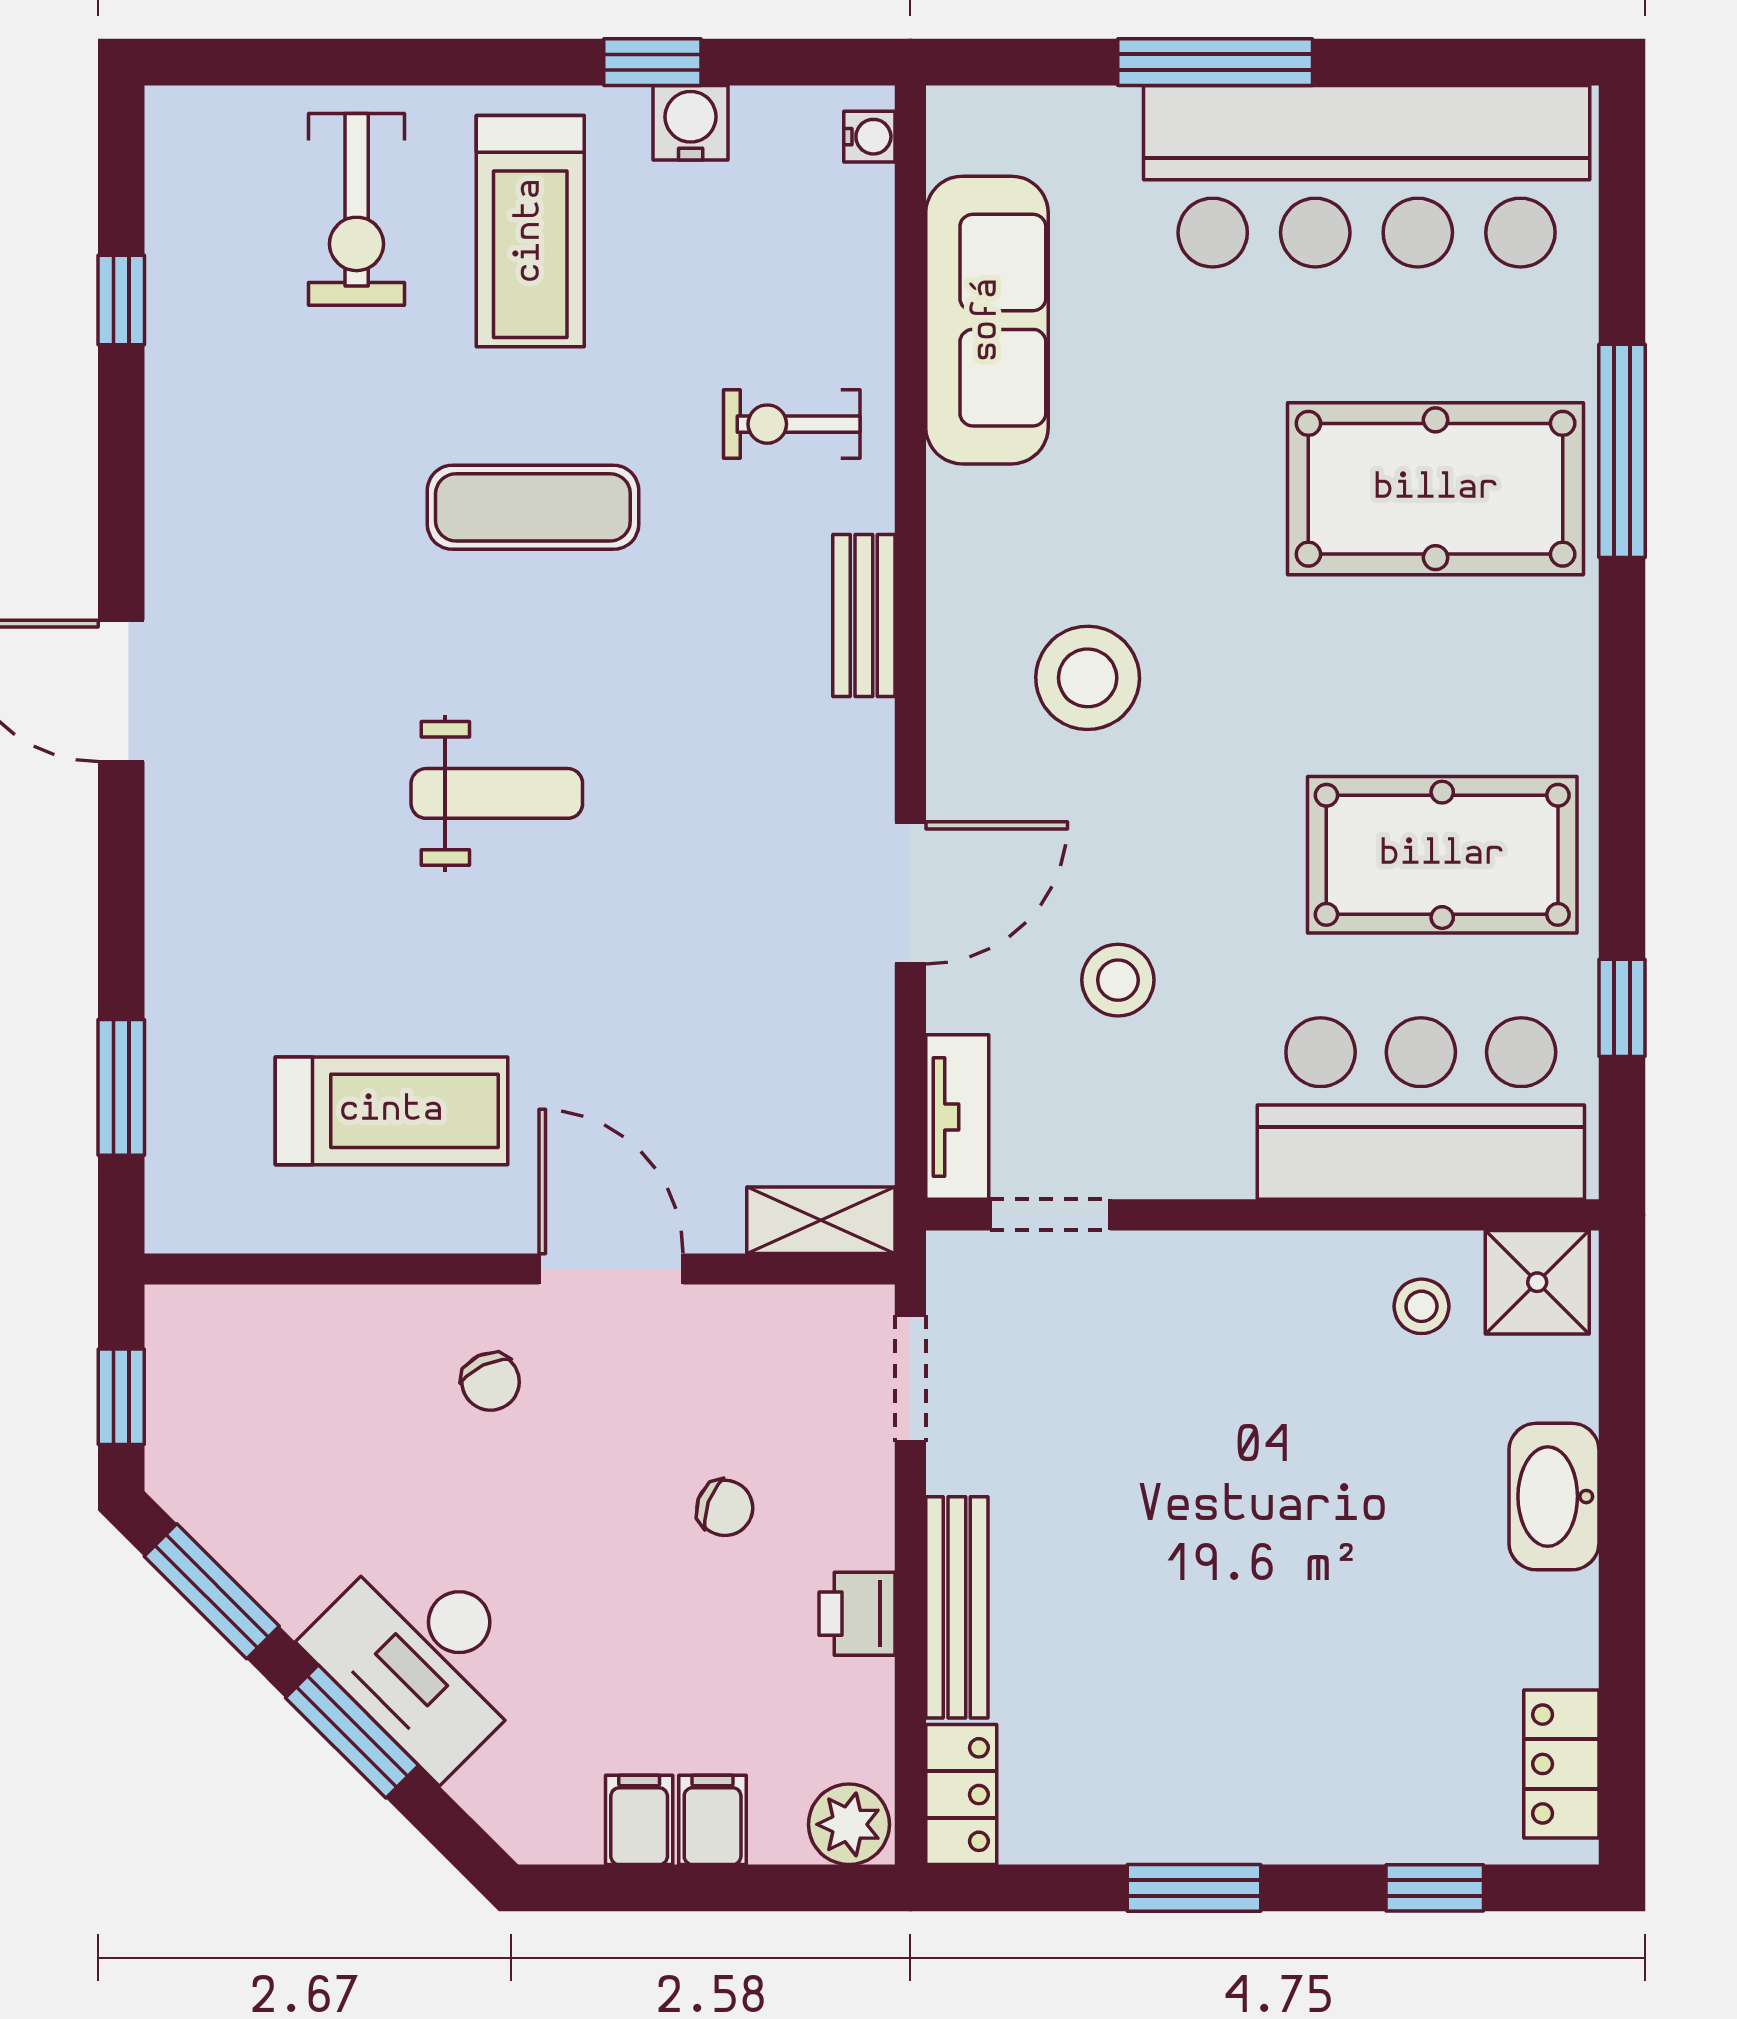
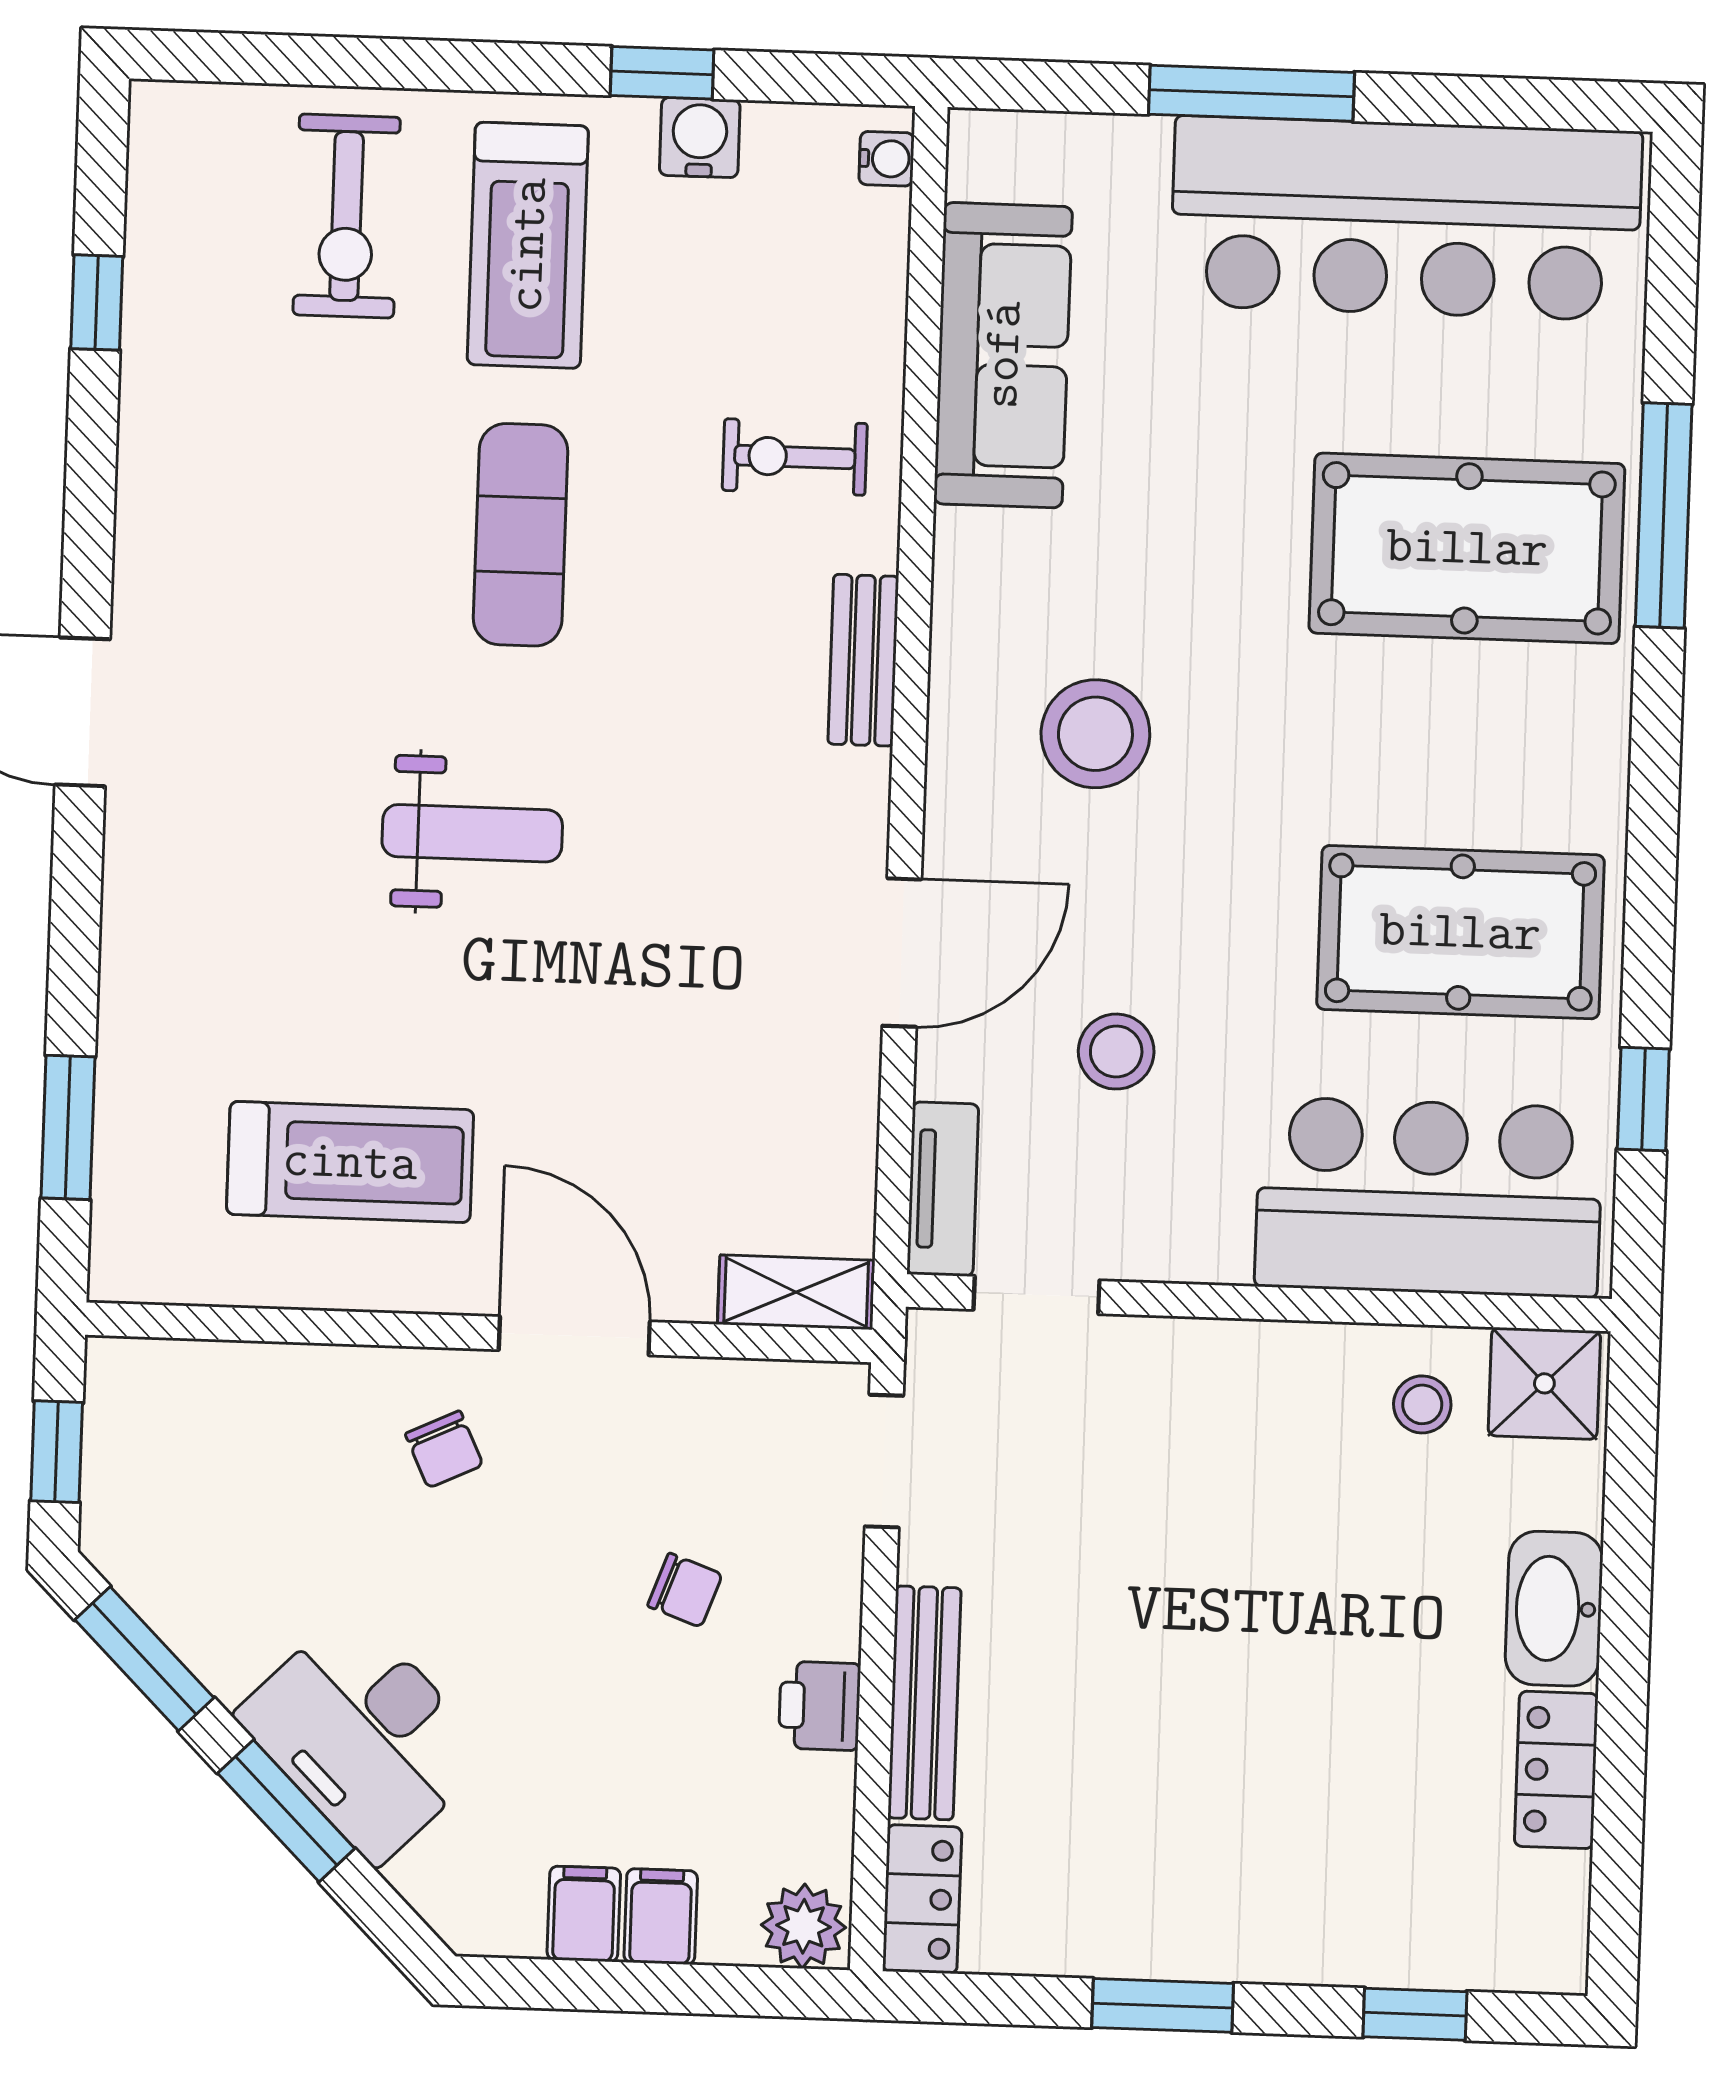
exercise mat: (533, 507) -> (521, 535), turned 90
locker: (1561, 1764) -> (1556, 1770), moved

